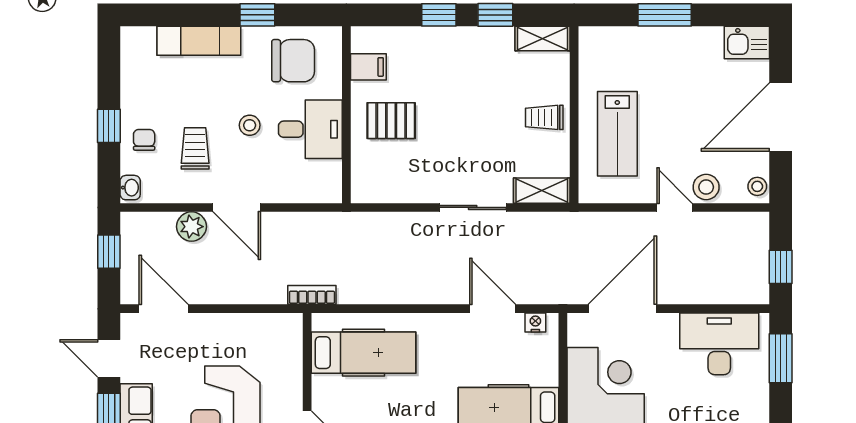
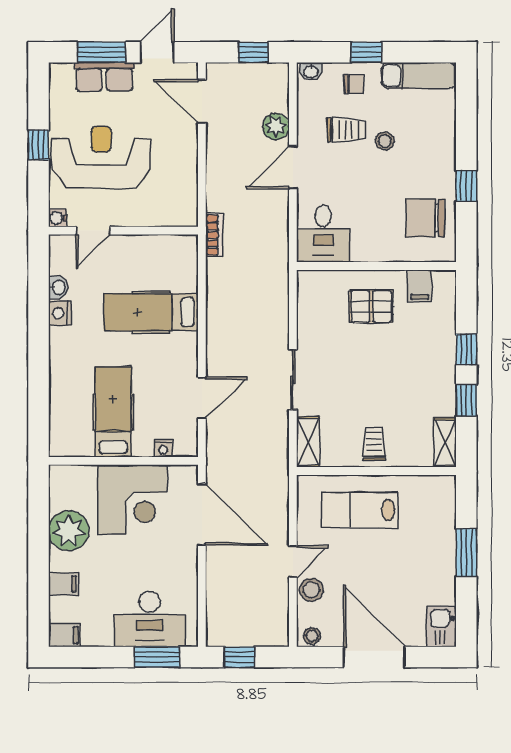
exam couch: (199, 41) -> (419, 75), moved, turned -90
chair: (293, 61) -> (425, 218), turned 90
pallet: (391, 121) -> (371, 306), turned 90
stool: (250, 125) -> (385, 141), moved
desk: (310, 129) -> (323, 234), moved
door: (164, 309) -> (202, 101), swing flipped
nightstand: (535, 323) -> (163, 448), moved, turned 90
desk: (719, 344) -> (150, 619), moved, turned 90
hospital bed: (364, 353) -> (151, 312), moved, turned 90

